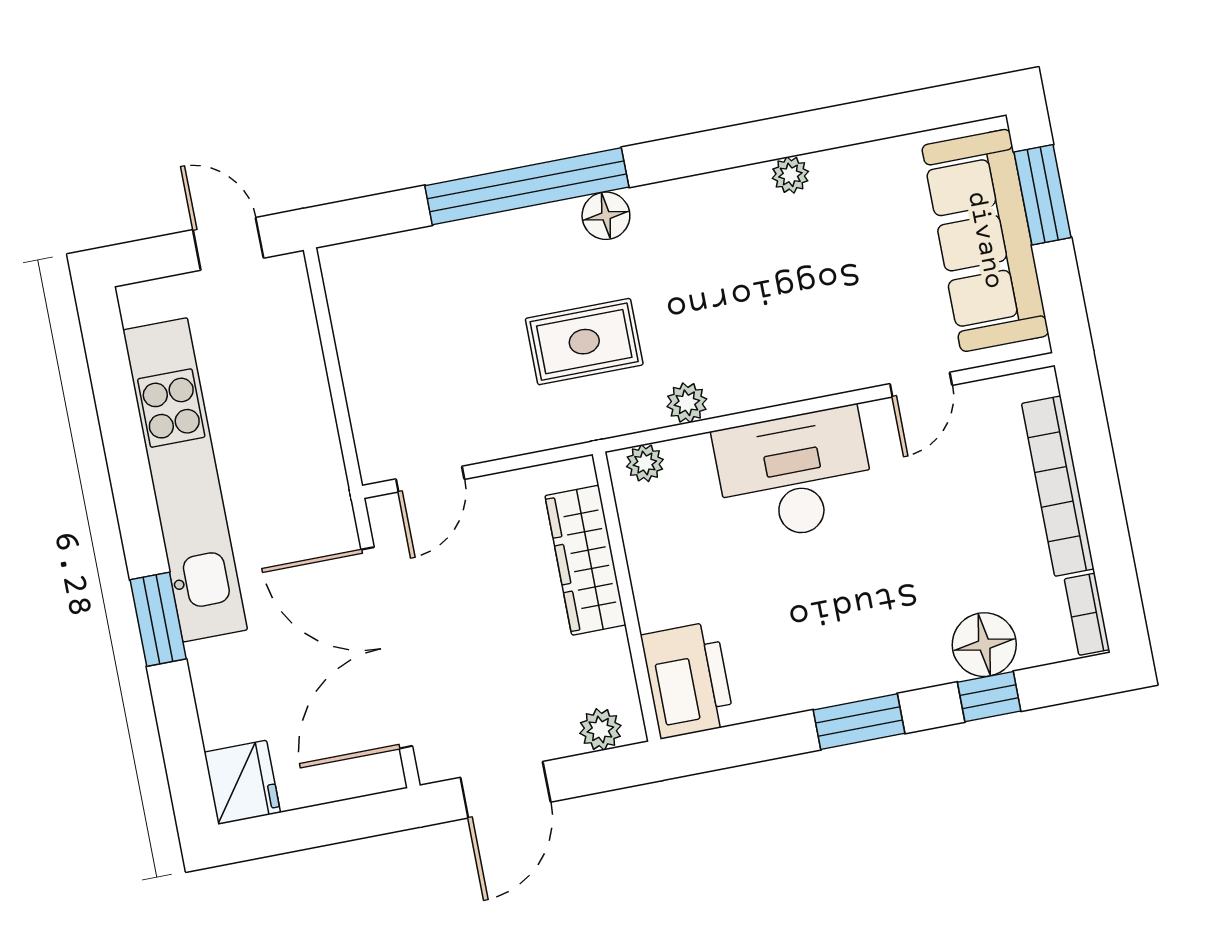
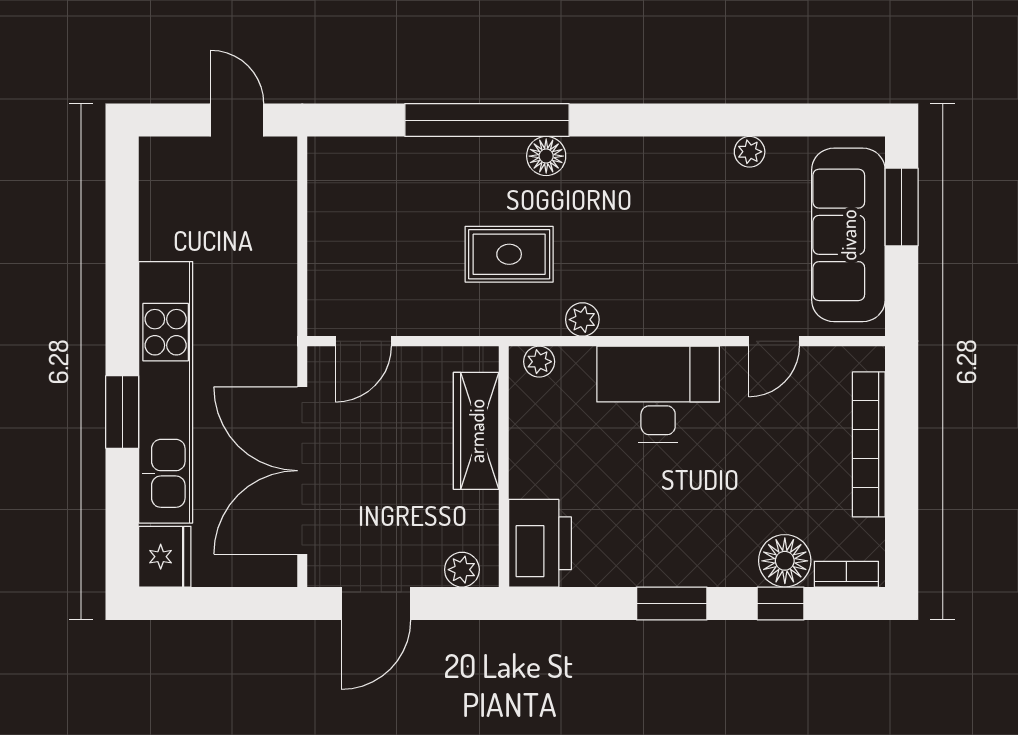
plant: (790, 175) -> (750, 152), moved
kitchen unit: (185, 480) -> (166, 392), moved
bookcase: (1087, 614) -> (846, 574), moved, turned 90

